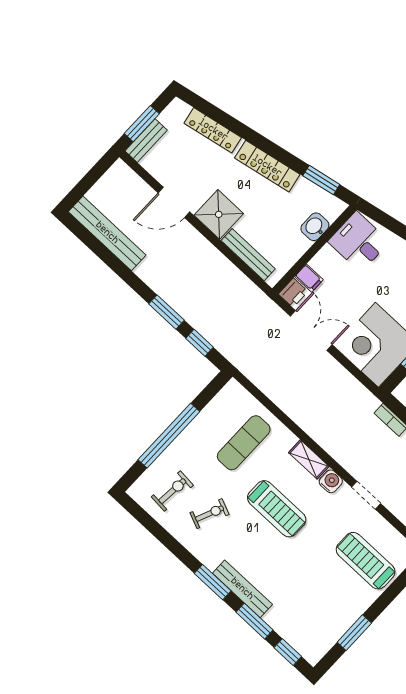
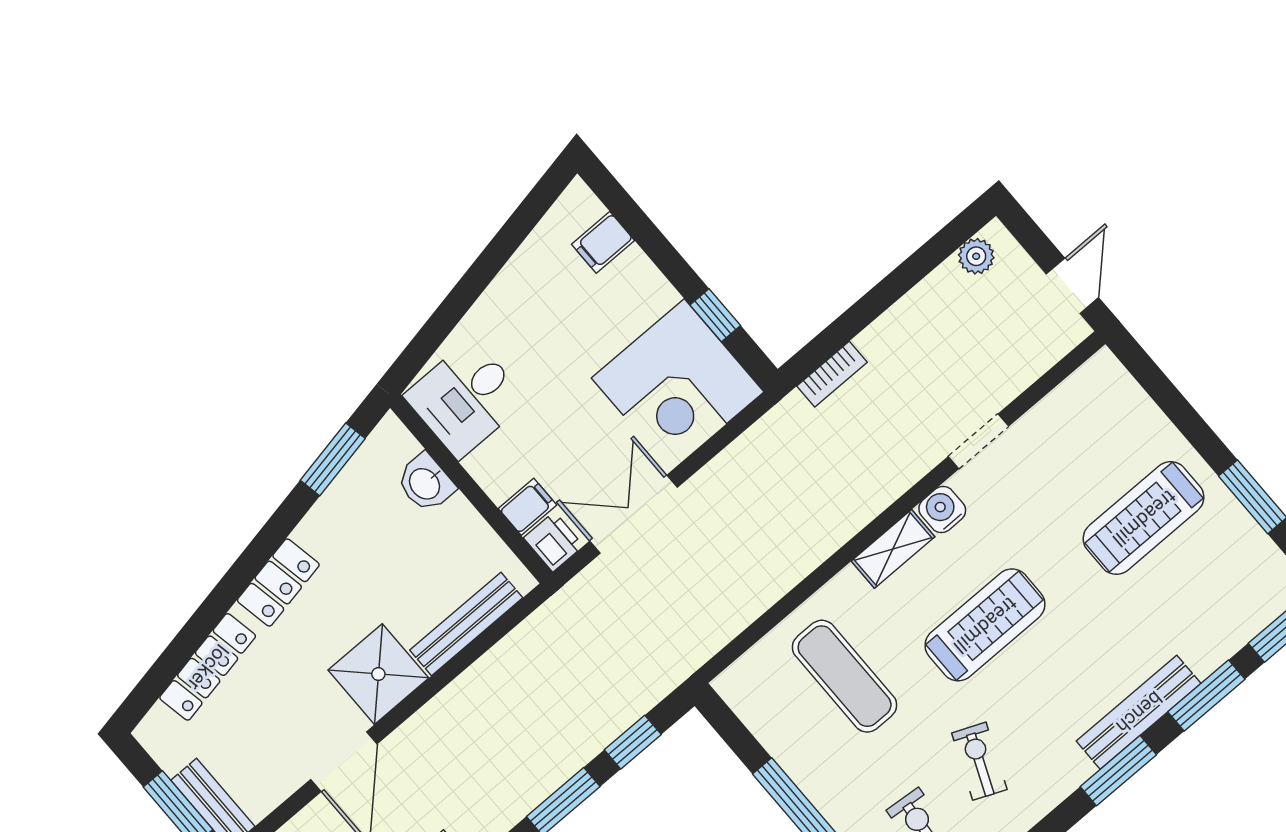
locker: (267, 166) -> (278, 583), width x0.66
treadmill: (366, 561) -> (1144, 518), moved

